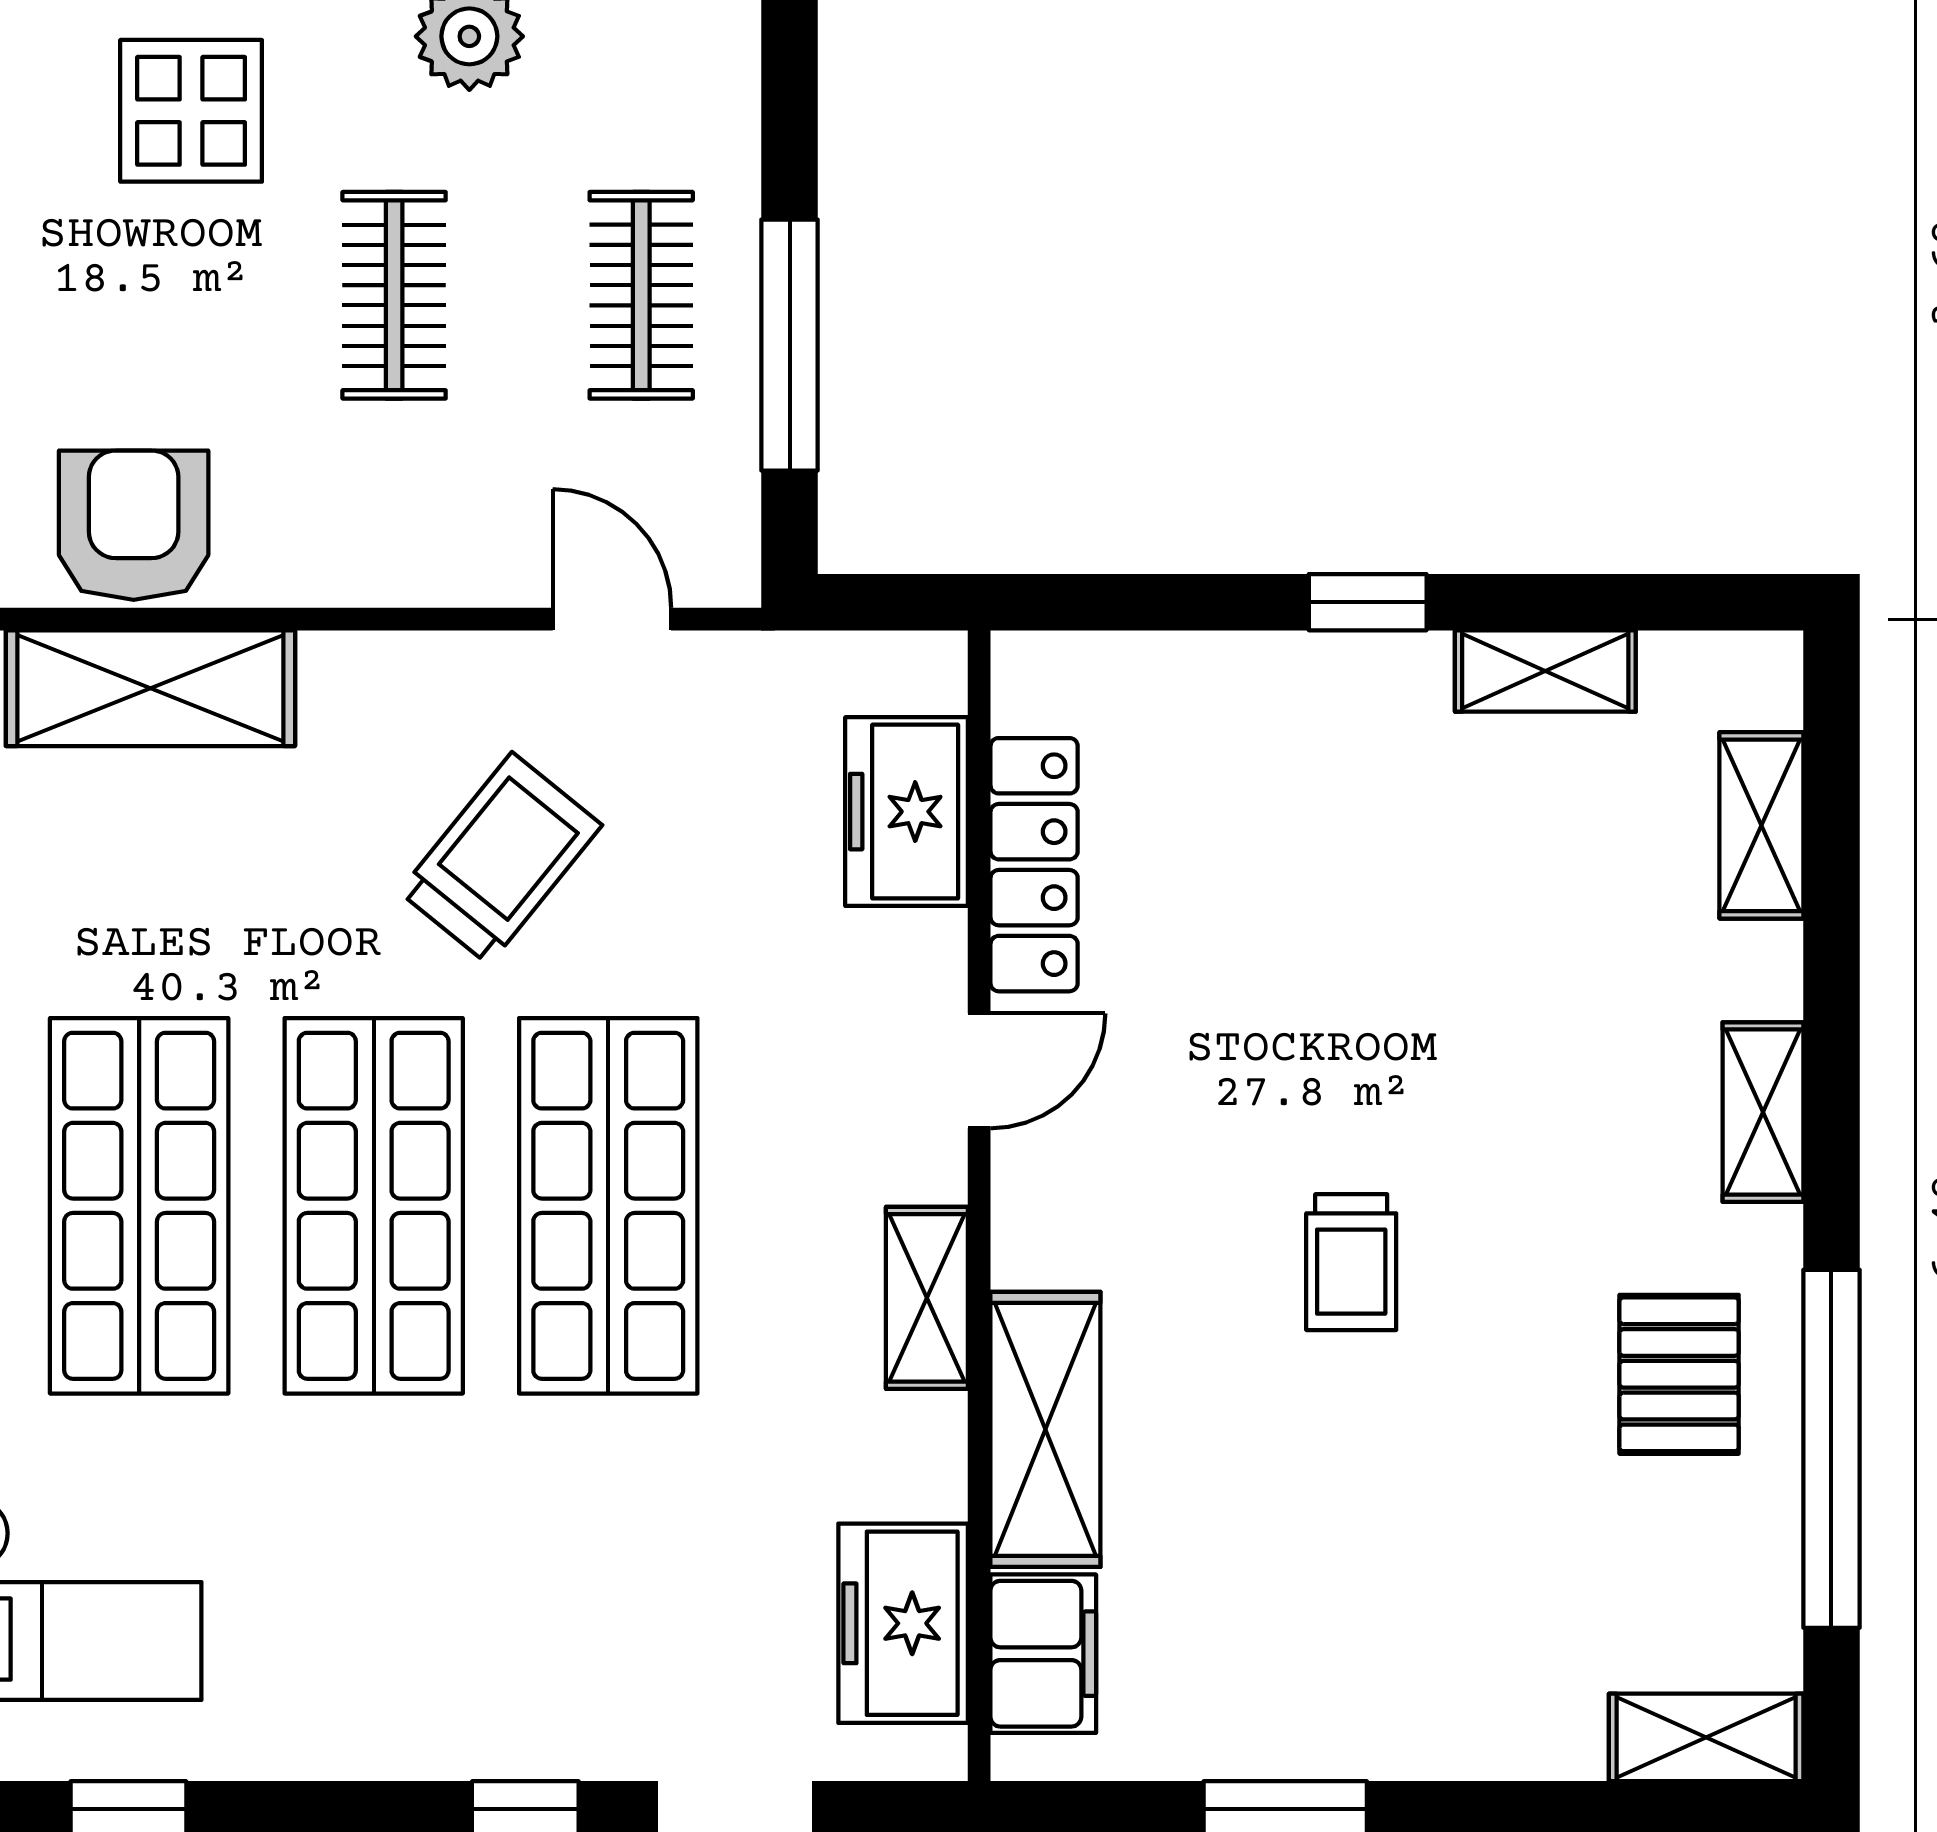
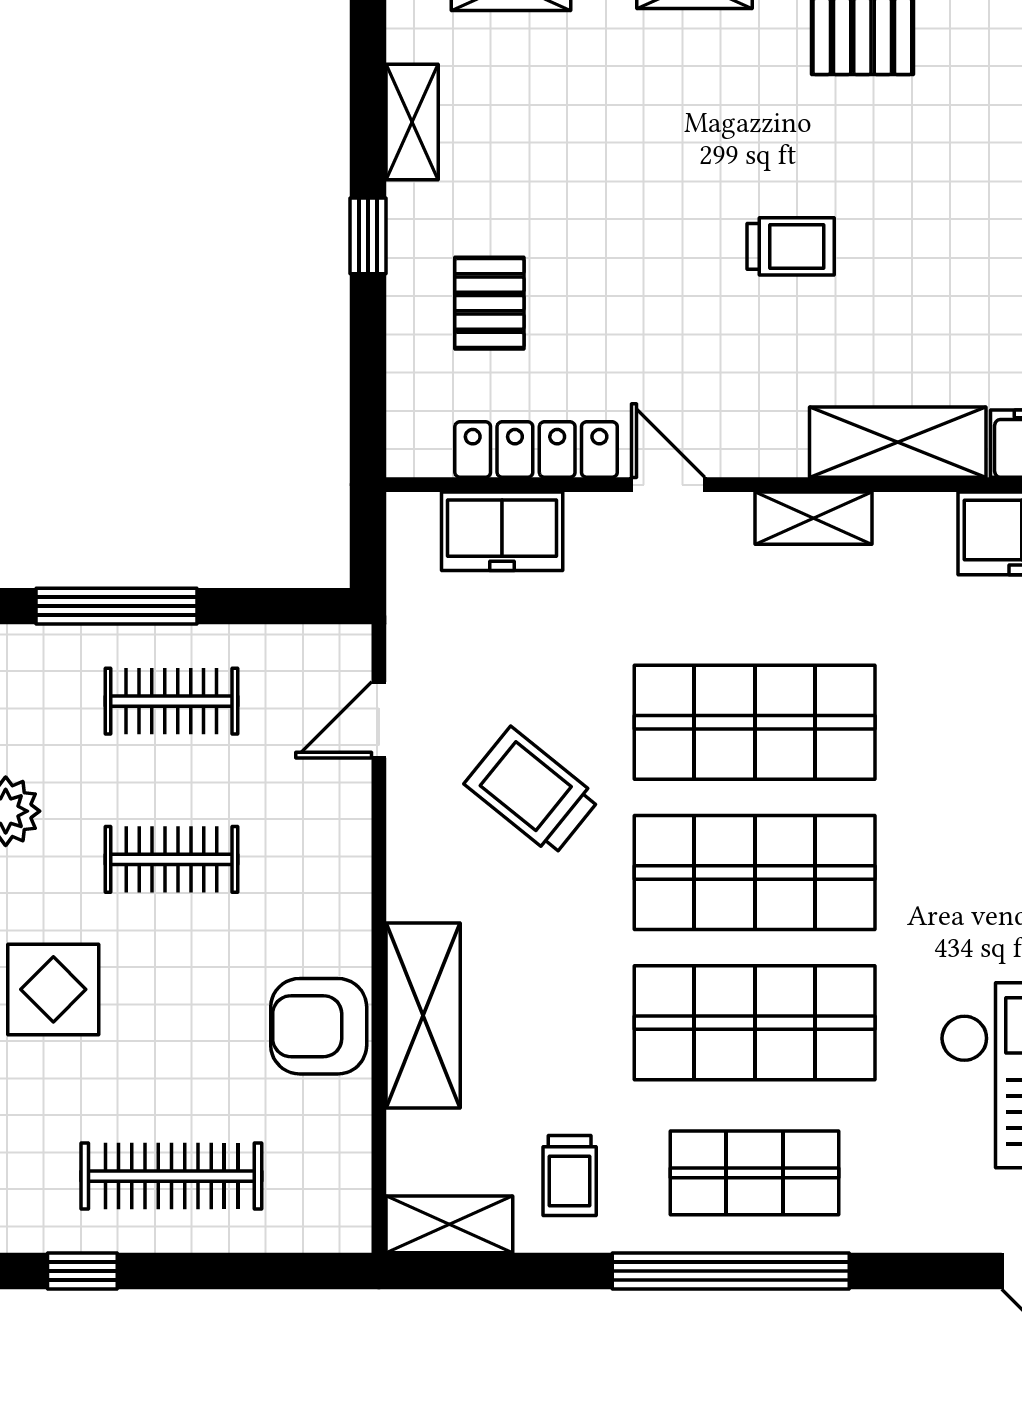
window: (790, 345) -> (117, 606), moved
pallet: (1263, 792) -> (489, 303), added

